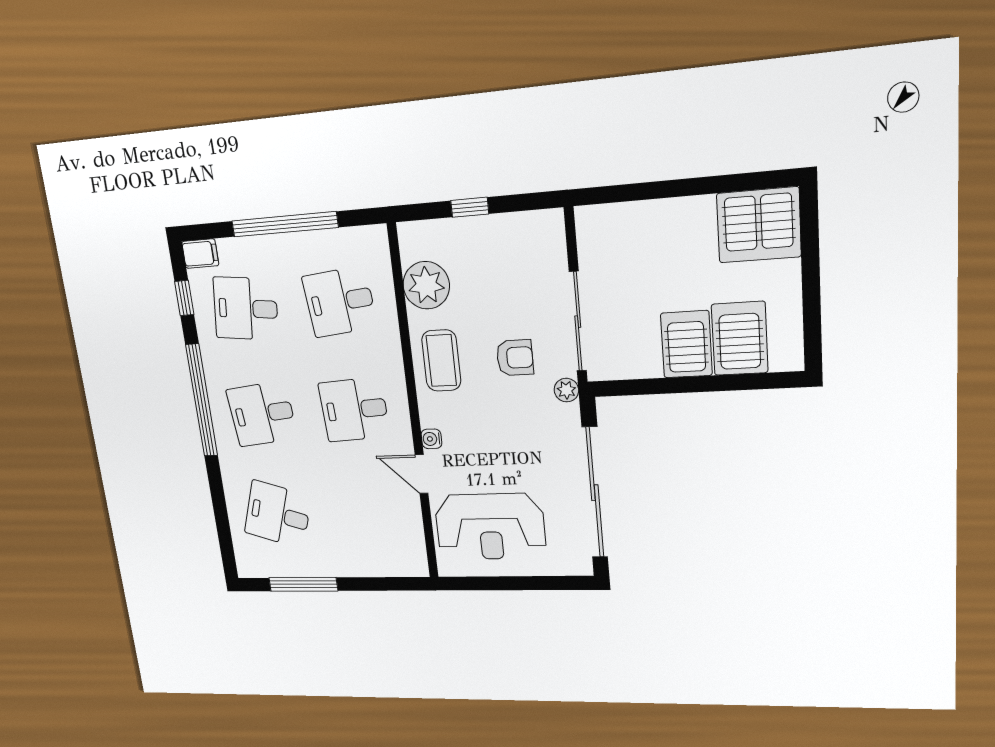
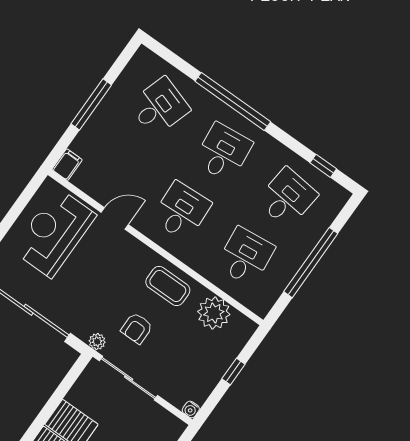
filing cabinet: (200, 254) -> (67, 165), moved, turned 180
window: (202, 400) -> (233, 102), moved
water cooler: (431, 439) -> (191, 409), moved, turned 180
window: (303, 584) -> (91, 104), moved

